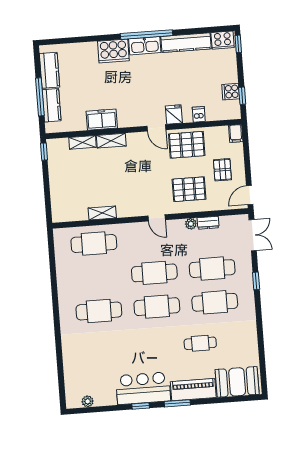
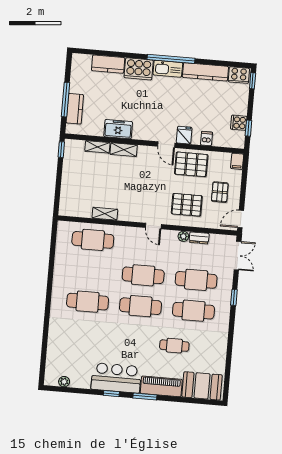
kitchen counter: (49, 70) -> (108, 64), moved, turned 90

